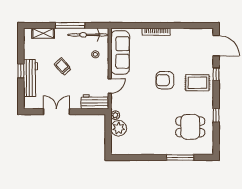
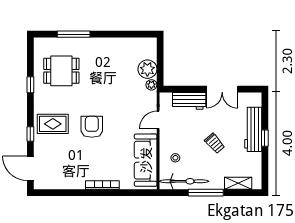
armchair: (165, 80) -> (92, 127), turned -90
workbench: (95, 102) -> (189, 101), moved

